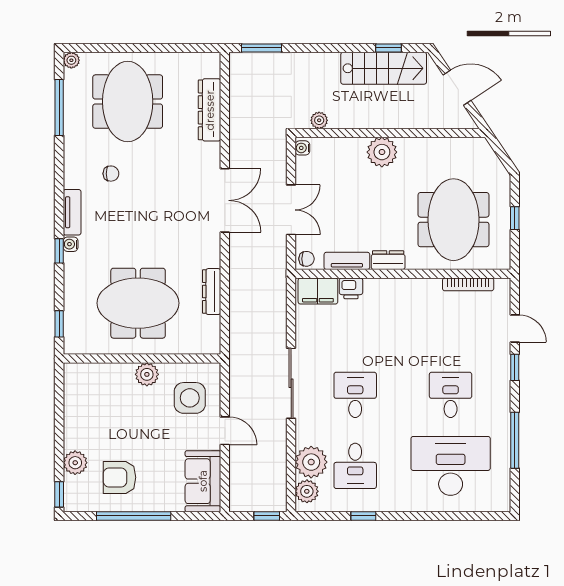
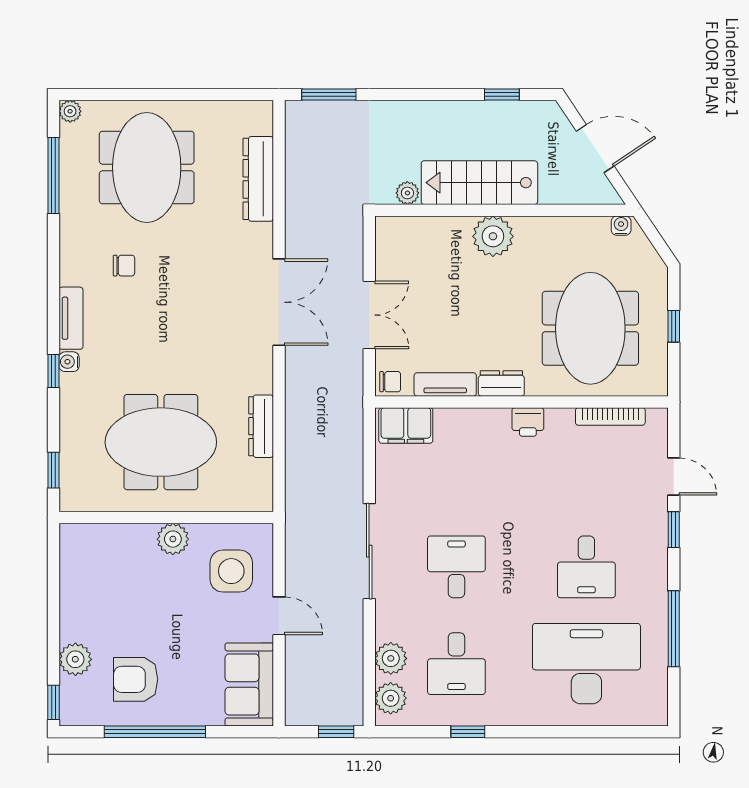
stairs: (384, 68) -> (479, 183), moved, turned 180
water cooler: (302, 148) -> (621, 226), moved, turned 90
printer: (351, 288) -> (528, 422), moved
desk: (451, 395) -> (586, 567), turned 180
plant: (311, 462) -> (391, 658), width x0.73, depth x0.73

